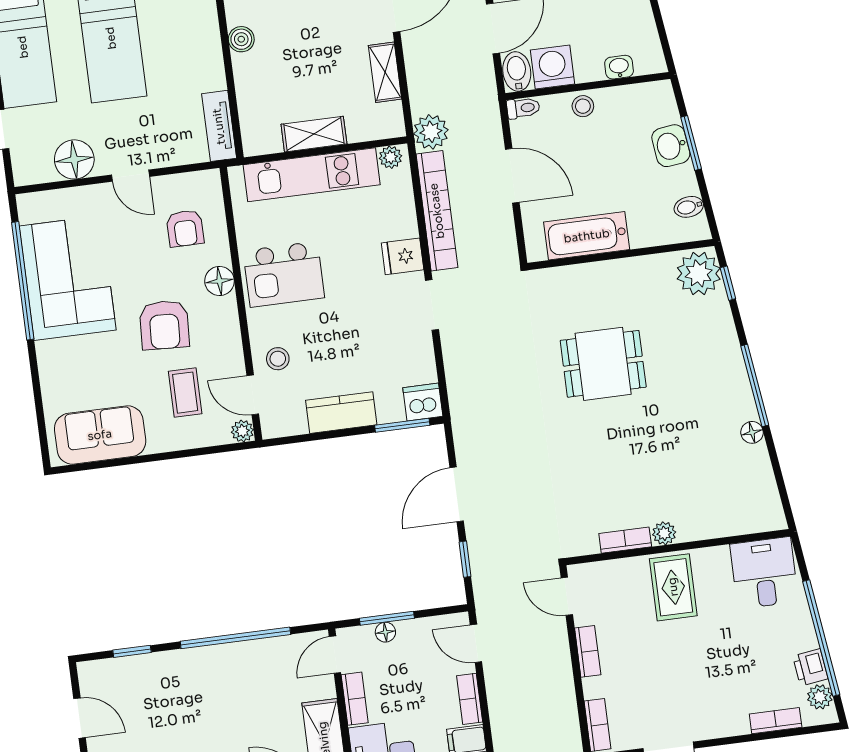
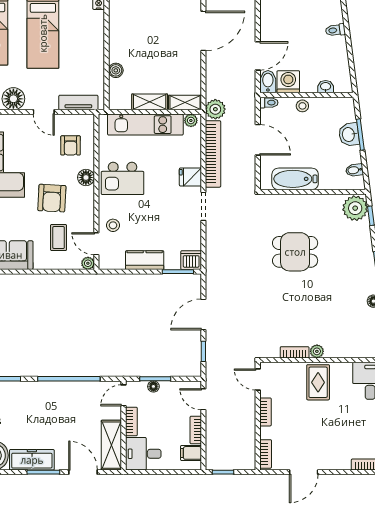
boiler: (241, 39) -> (116, 70), moved
shelving: (385, 72) -> (185, 103), moved, turned 90
tv unit: (219, 126) -> (78, 103), moved, turned 90

